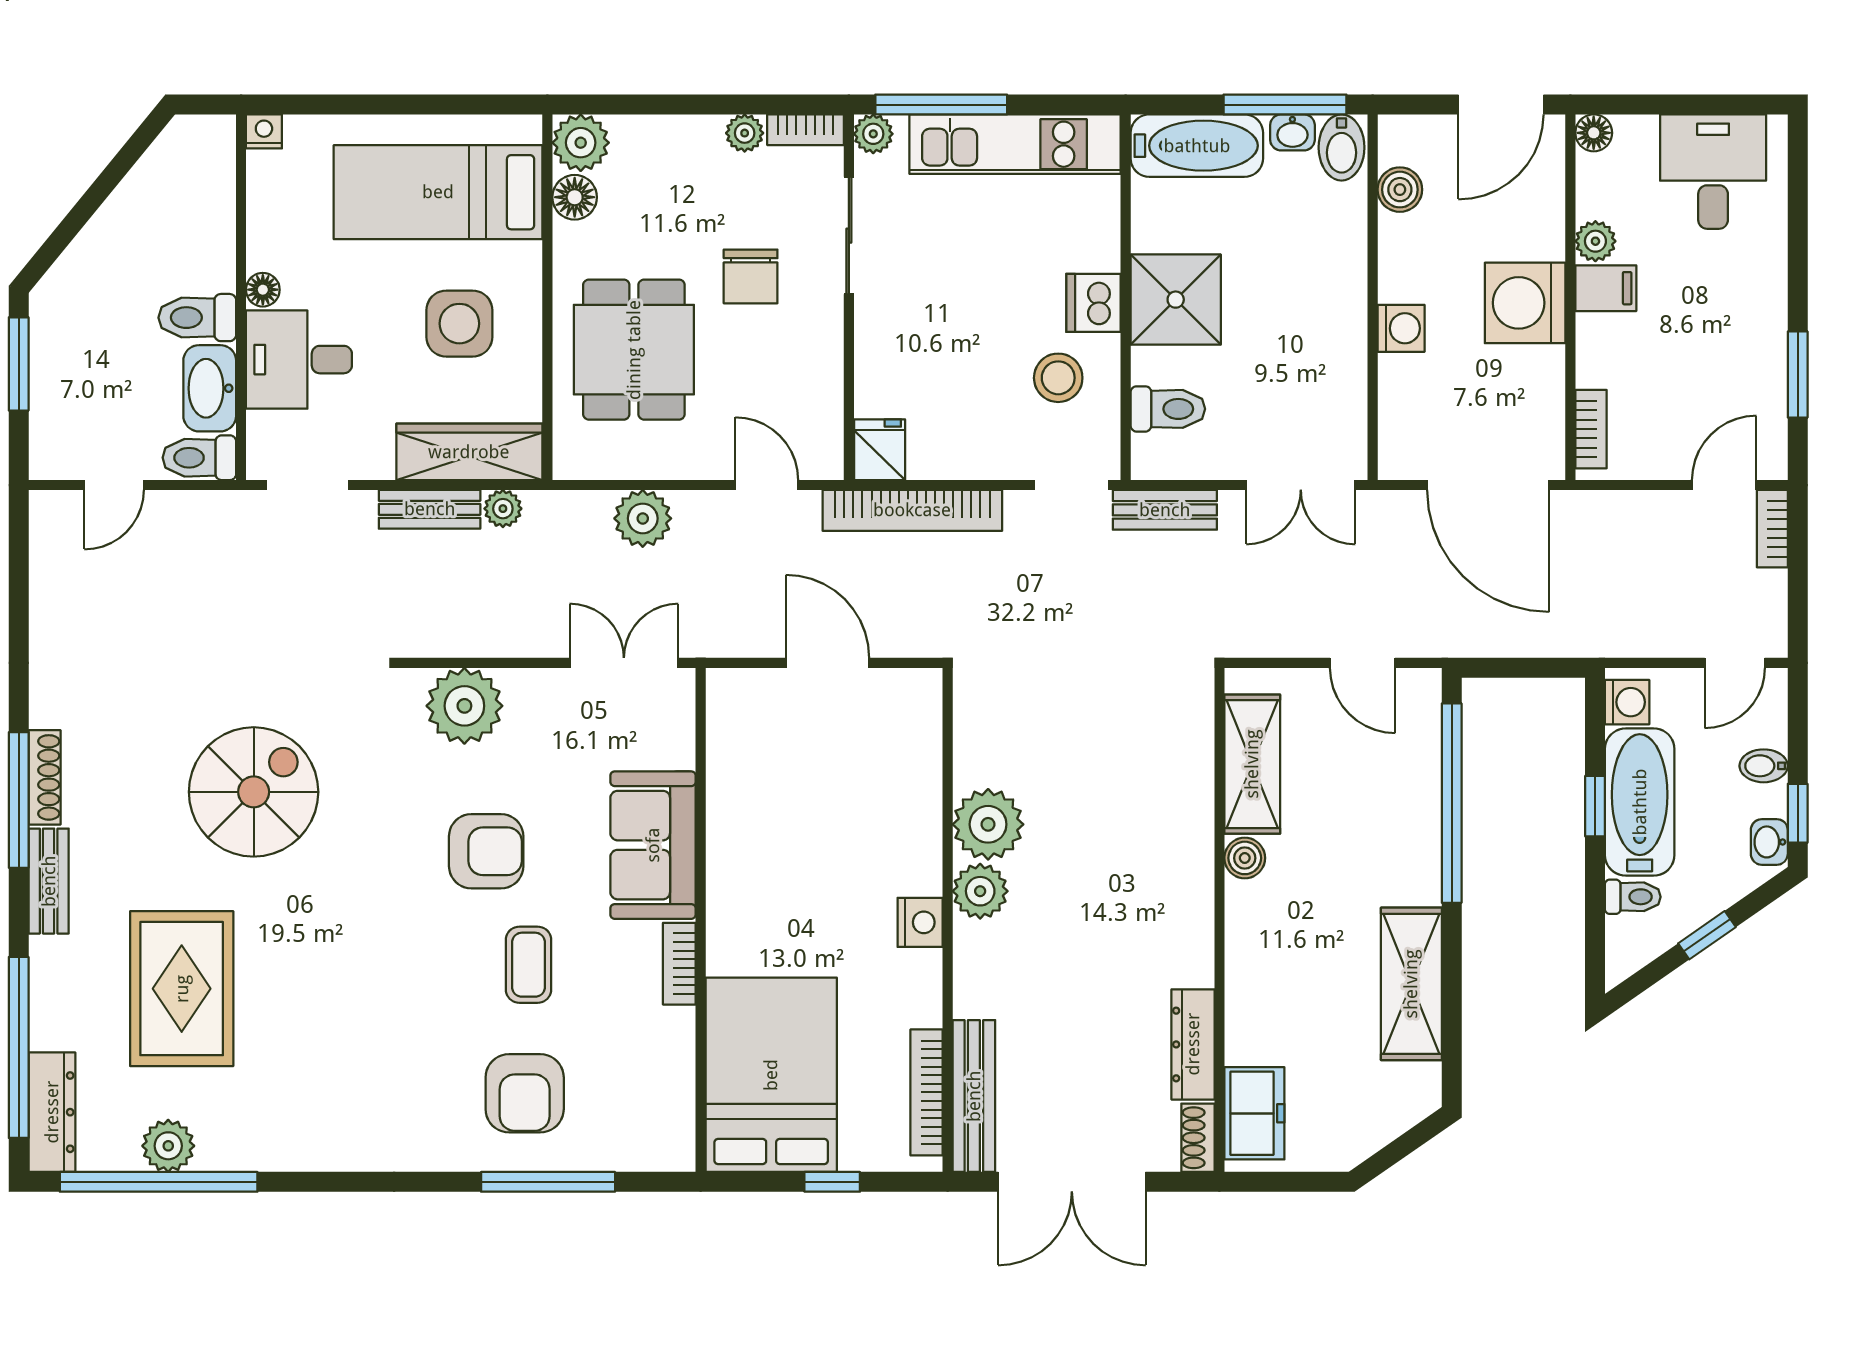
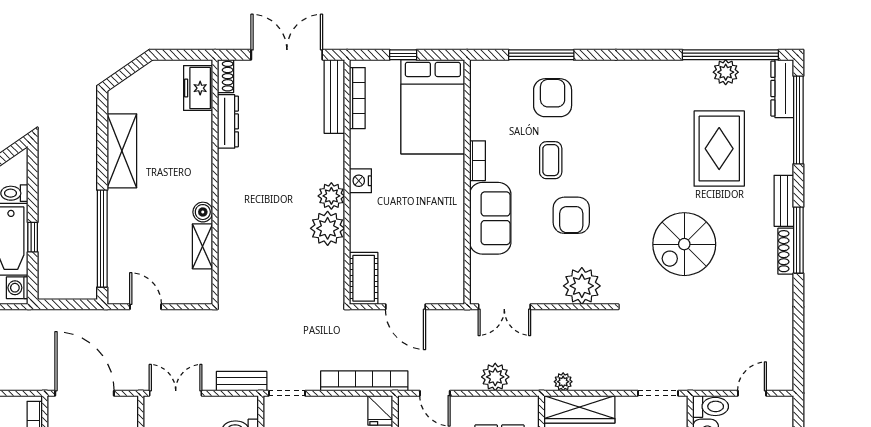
bench: (430, 509) -> (599, 381), removed
cot: (914, 721) -> (364, 278), added
shelving: (1252, 764) -> (203, 246), width x0.67, depth x0.75
armchair: (486, 851) -> (571, 215), turned -90

